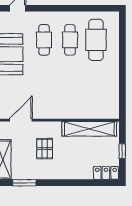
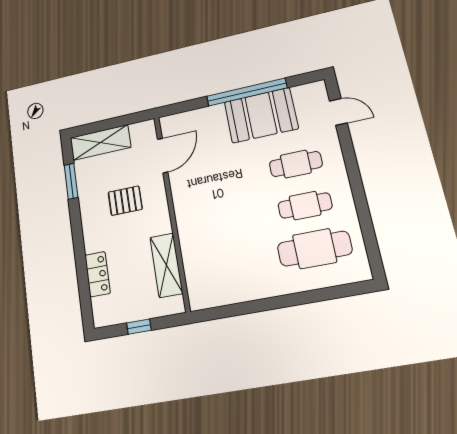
door: (21, 120) -> (163, 156), hinge flipped
shelving: (89, 129) -> (166, 265), width x0.68
locker: (106, 173) -> (97, 274), moved

